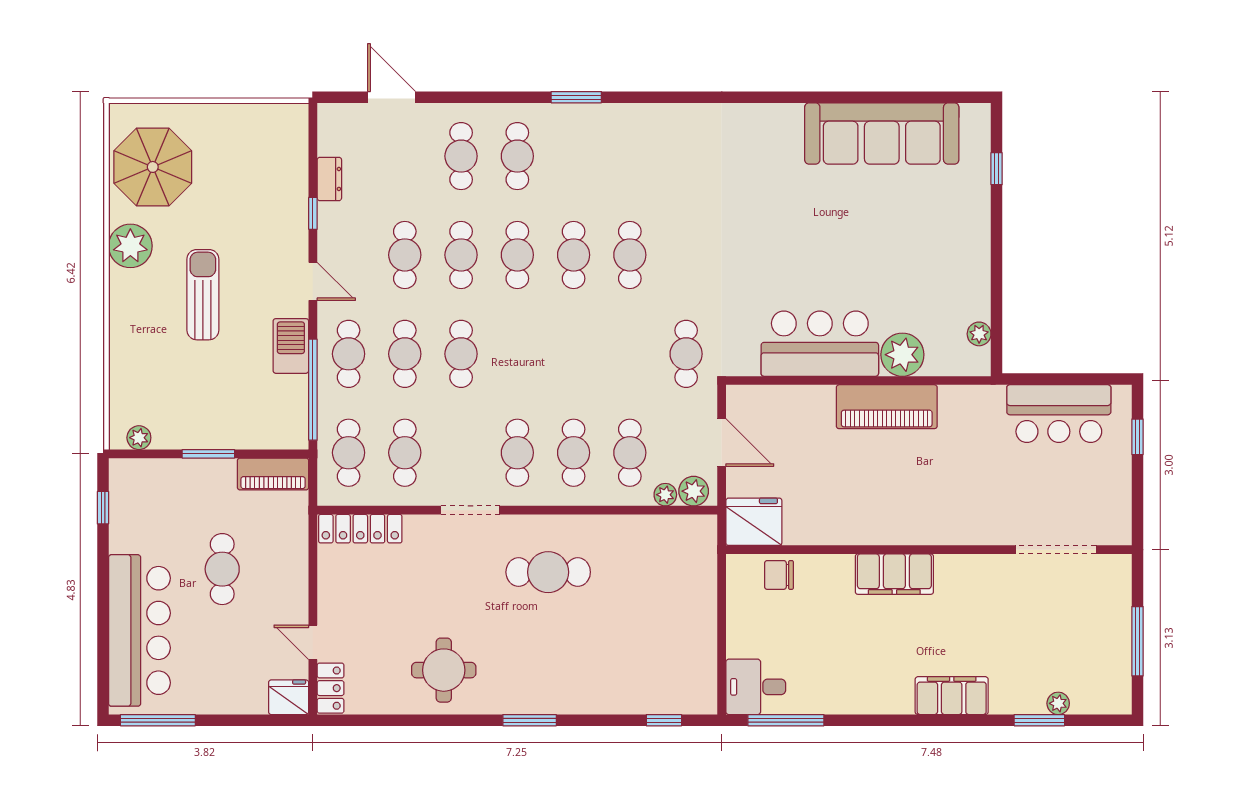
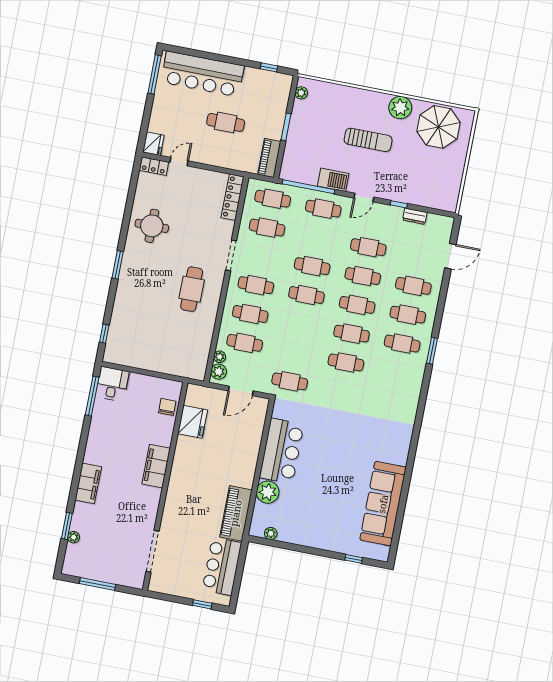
cafe table: (574, 156) -> (402, 344), added
cafe table: (405, 354) -> (306, 295), moved
piano: (887, 407) -> (236, 513), moved
fridge: (754, 522) -> (193, 422), moved

